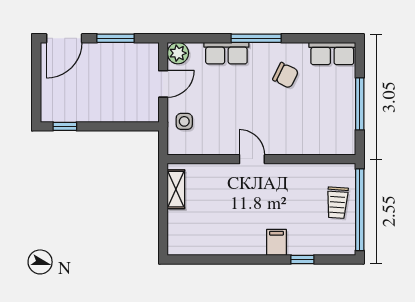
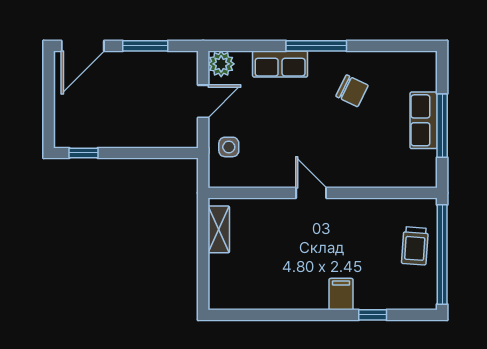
row of seats: (332, 54) -> (424, 120), moved, turned 90

